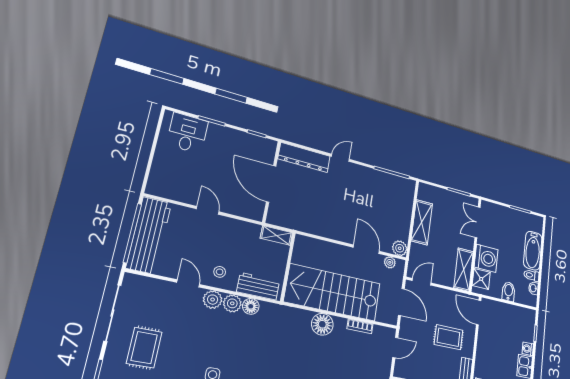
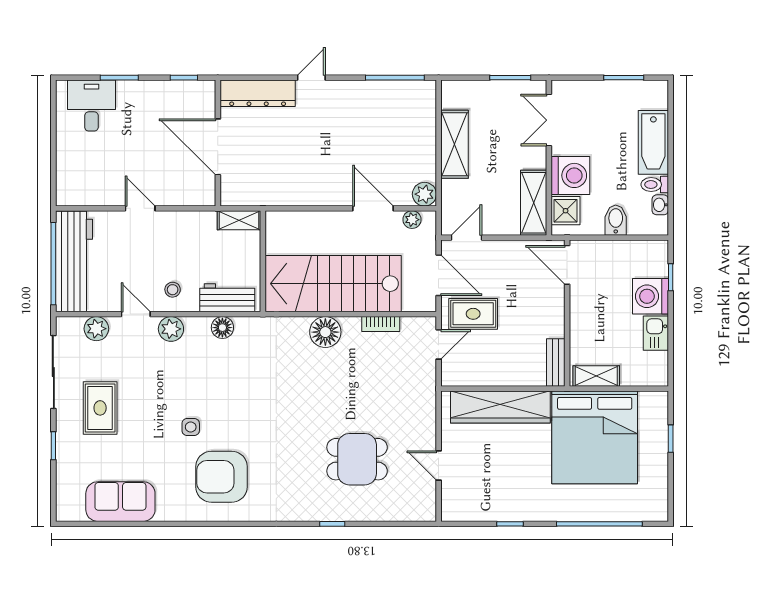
plant: (232, 303) -> (96, 329), moved
rug: (449, 337) -> (473, 314), moved
washing machine: (528, 349) -> (651, 296), width x1.89, depth x1.89

